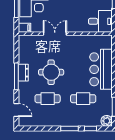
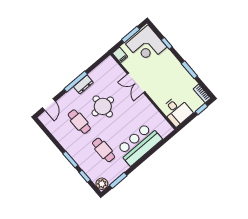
double door: (55, 34) -> (136, 83), swing flipped

